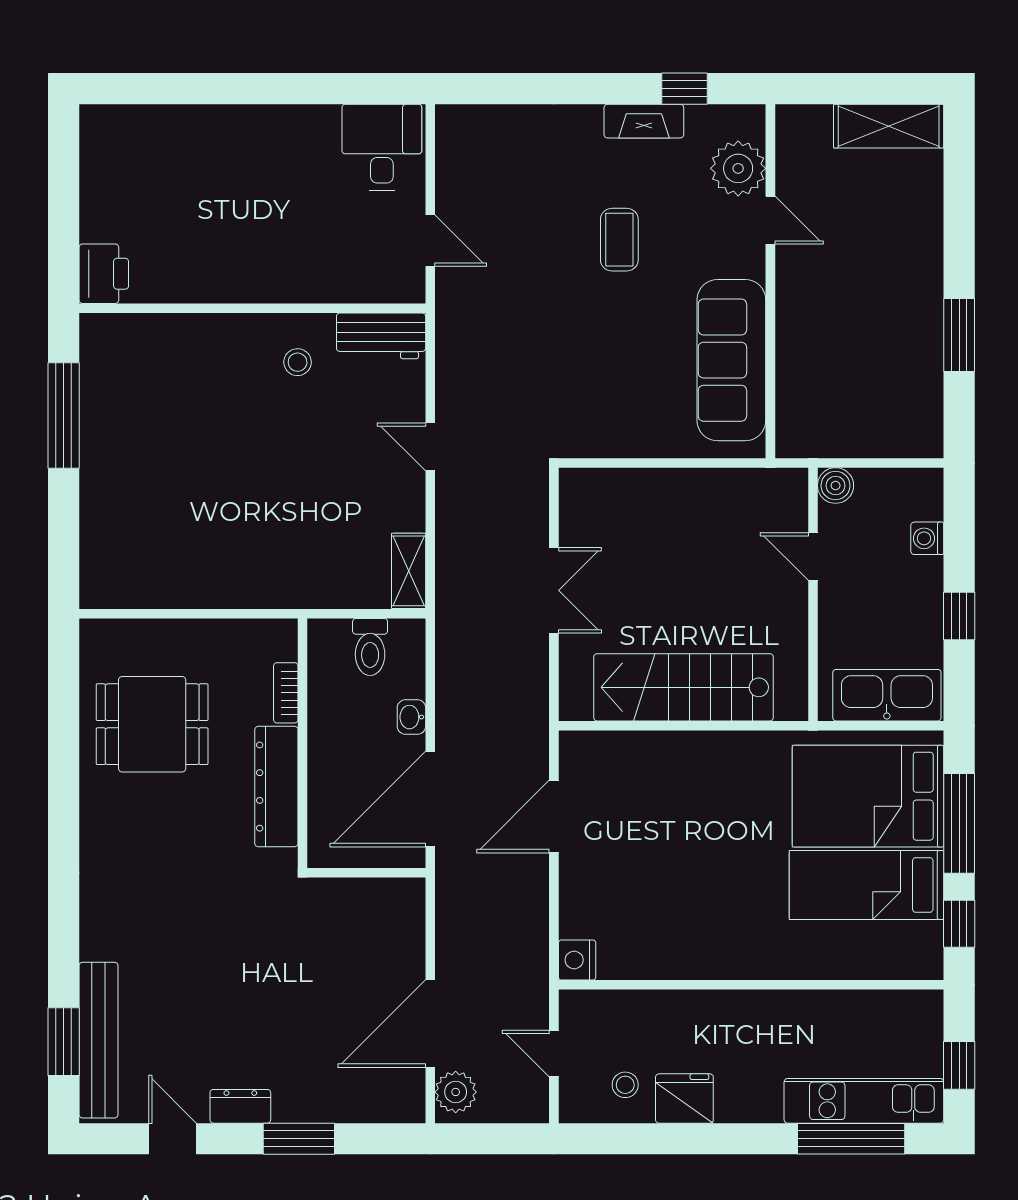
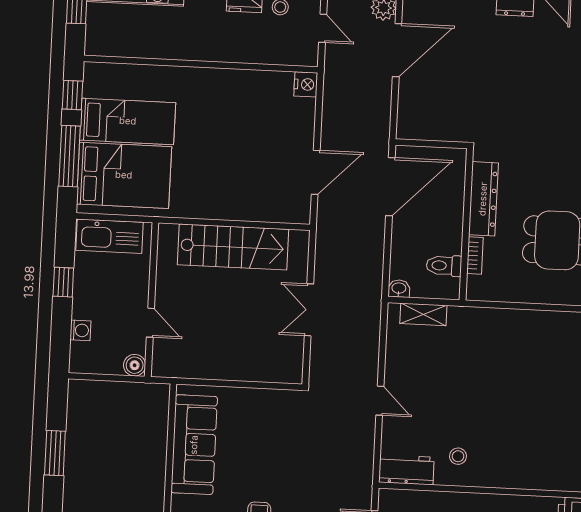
shelving: (409, 571) -> (423, 314), moved, turned 90
toilet: (370, 647) -> (444, 266), moved, turned -90
washbasin: (411, 717) -> (399, 289), moved, turned -90

